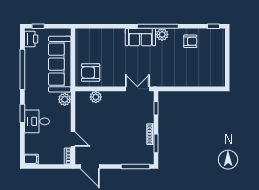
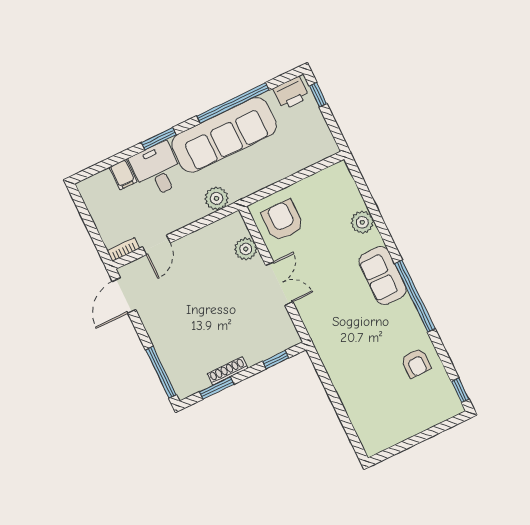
plant: (162, 35) -> (362, 222), moved
sofa: (60, 64) -> (224, 135), moved, turned 180
double door: (137, 89) -> (279, 284), moved
filing cabinet: (31, 159) -> (123, 175), moved

